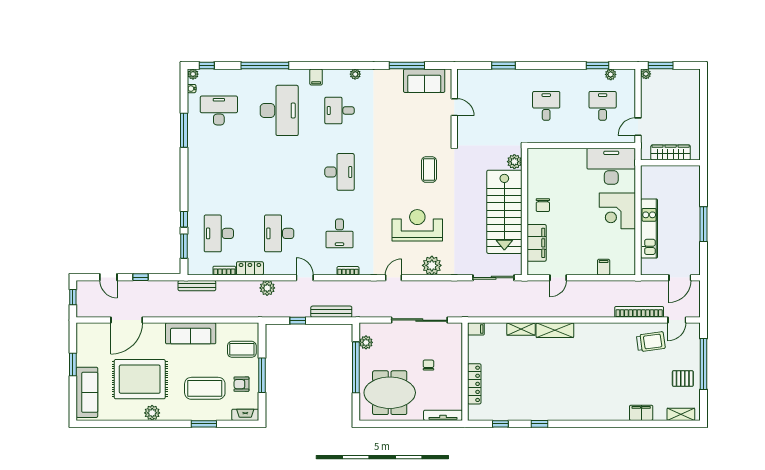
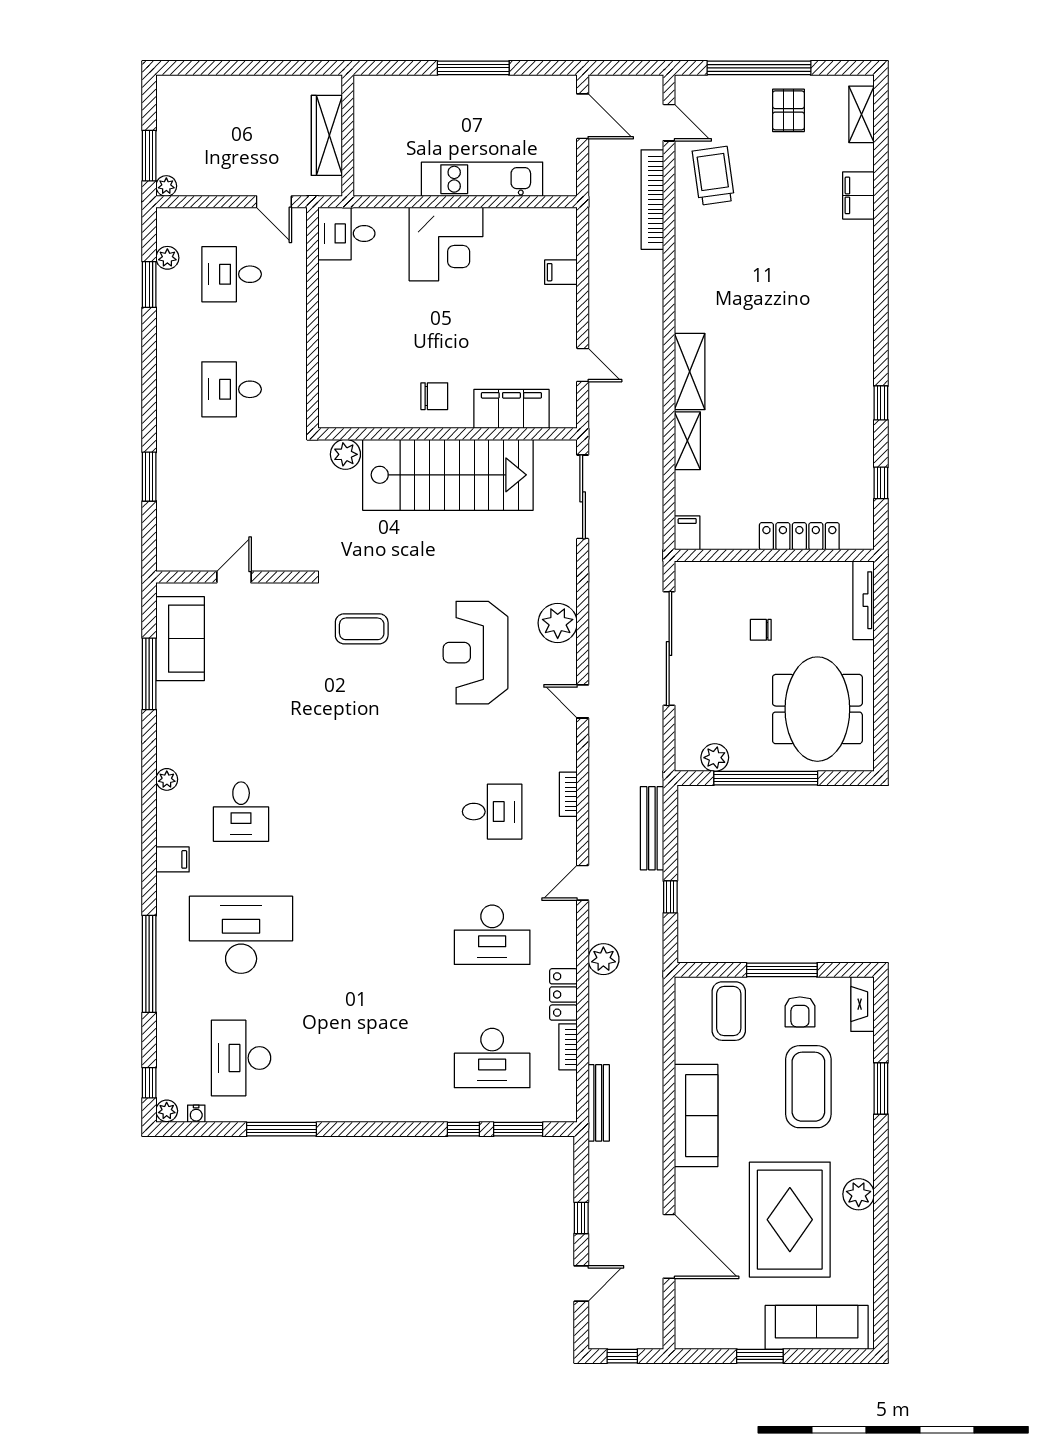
desk: (611, 166) -> (346, 233), width x0.53, depth x0.77
desk: (339, 172) -> (367, 812), removed

